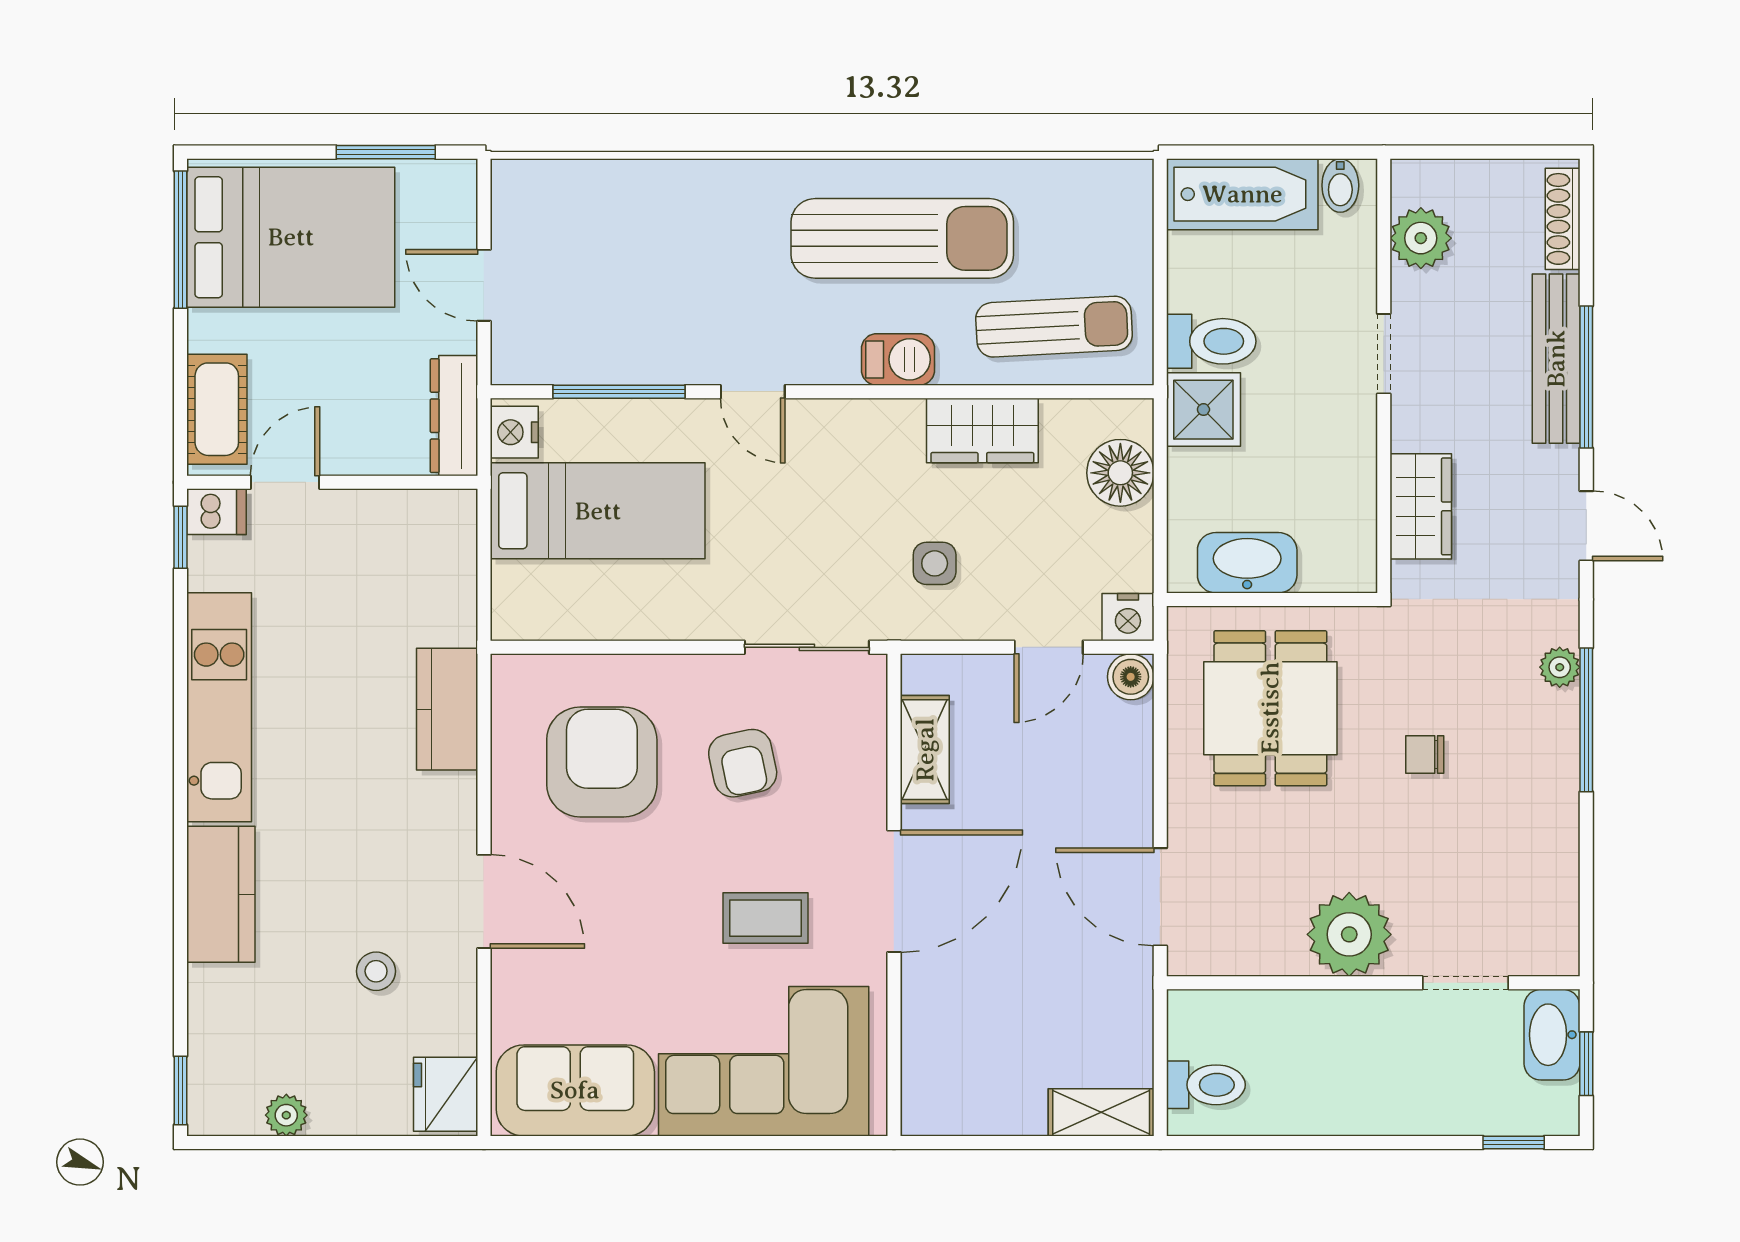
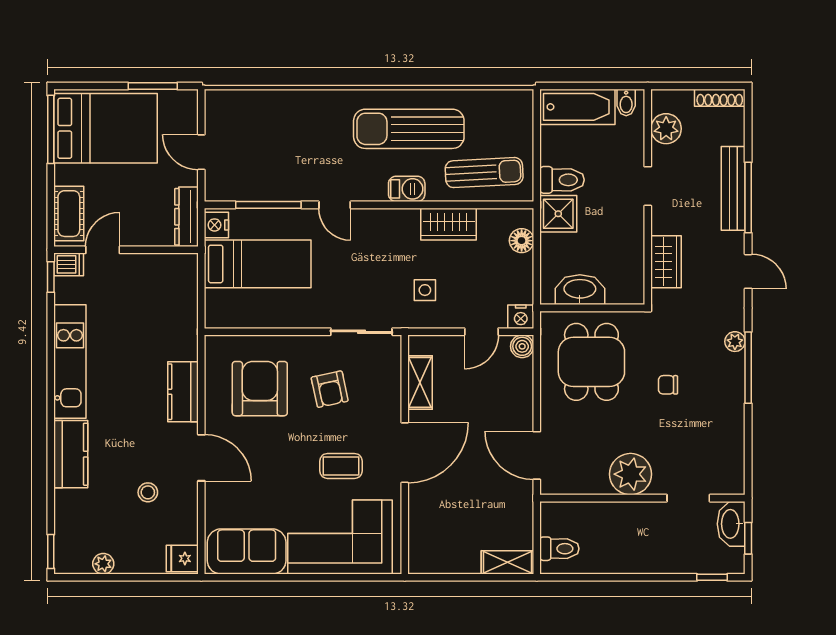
shoe rack: (1563, 219) -> (720, 98), moved, turned -90
sun lounger: (902, 238) -> (409, 129), turned 180
floor lamp: (1120, 473) -> (522, 241), width x0.73, depth x0.73
kitchen counter: (447, 709) -> (183, 392), moved
fridge: (446, 1094) -> (182, 558), width x0.72

